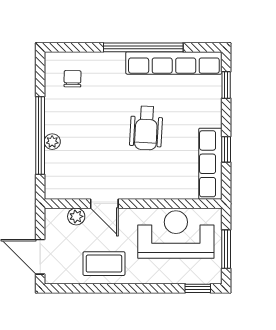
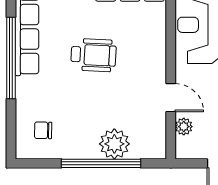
plant: (52, 142) -> (114, 144), width x1.87, depth x1.87
door: (104, 204) -> (171, 98), hinge flipped

